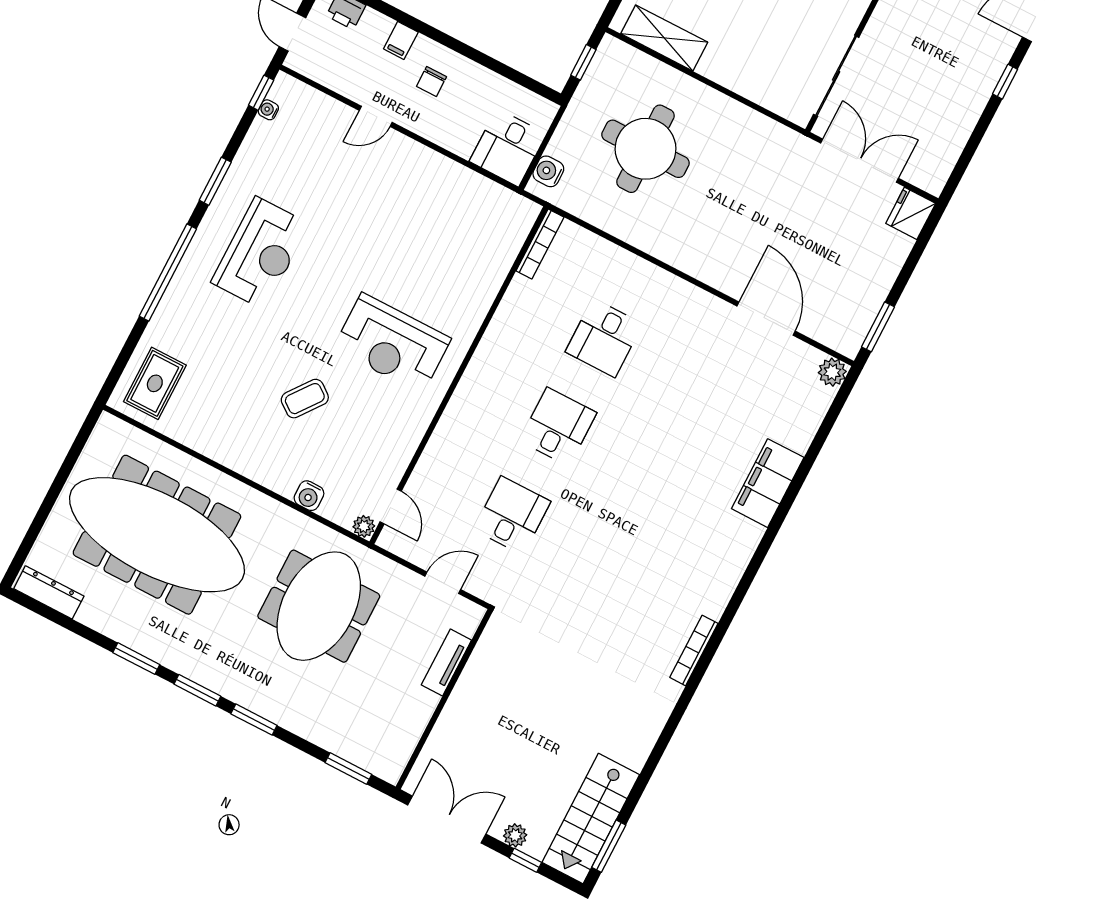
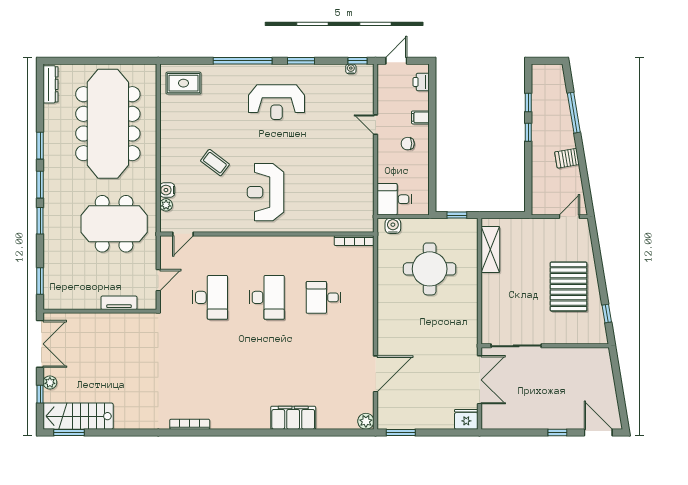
desk: (558, 427) -> (267, 297), width x1.37
desk: (512, 515) -> (210, 297), width x1.37
plant: (364, 526) -> (166, 205), moved
door: (443, 583) -> (158, 280), hinge flipped

